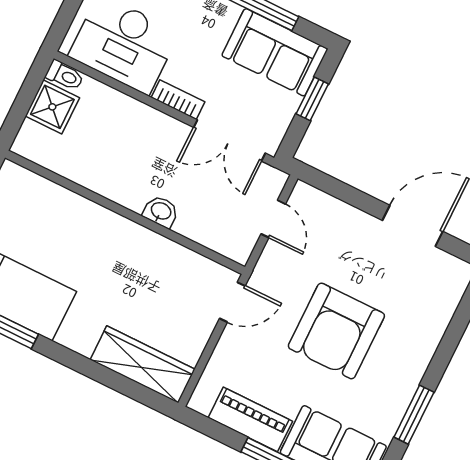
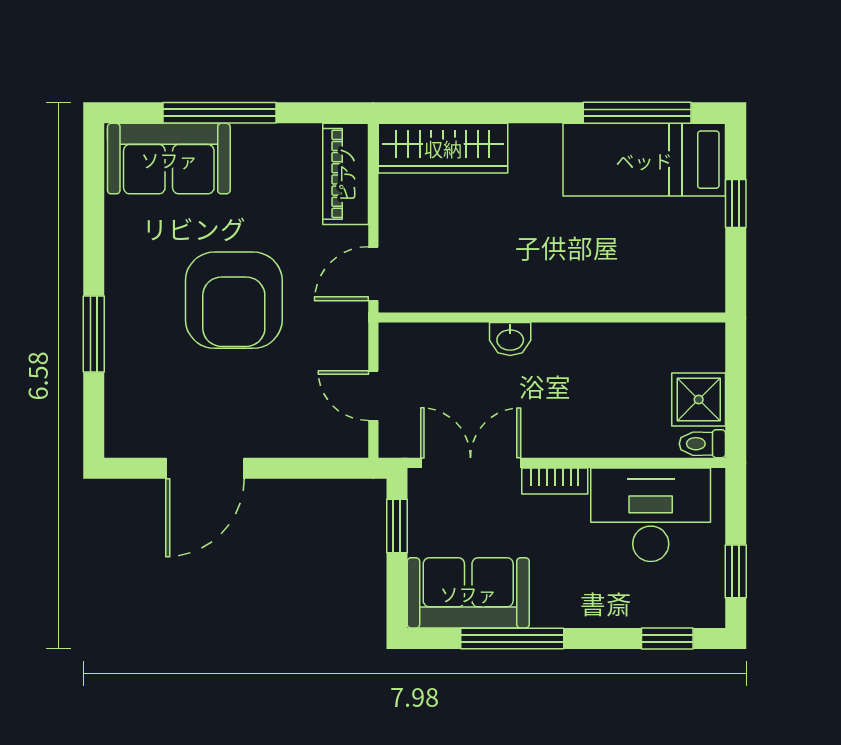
window: (312, 99) -> (397, 526), moved
armchair: (336, 331) -> (234, 300), turned 180
window: (414, 415) -> (94, 334), moved
piano: (250, 419) -> (346, 174), moved, turned 90

